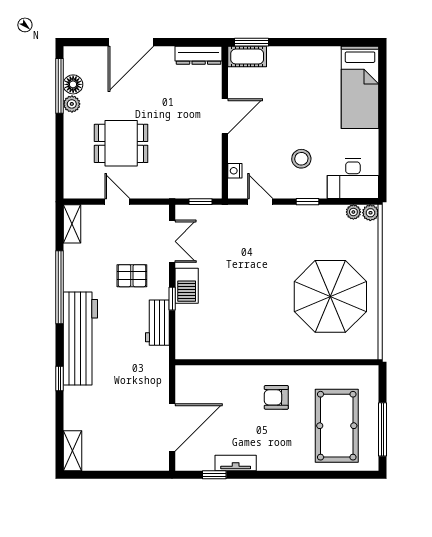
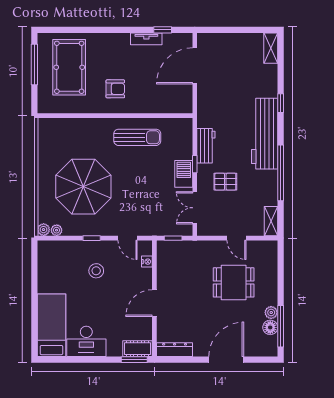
desk: (353, 179) -> (86, 341), moved, turned 180
parasol: (330, 296) -> (83, 187), moved
sun lounger: (247, 334) -> (137, 137), added

